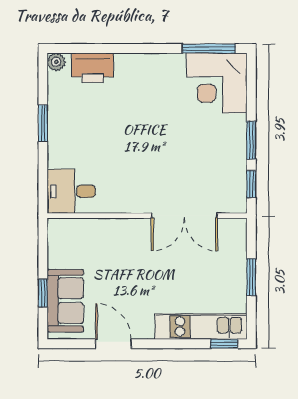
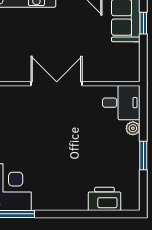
plant: (56, 62) -> (133, 128), moved
double door: (184, 216) -> (57, 84), moved

